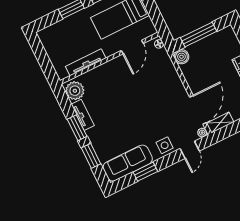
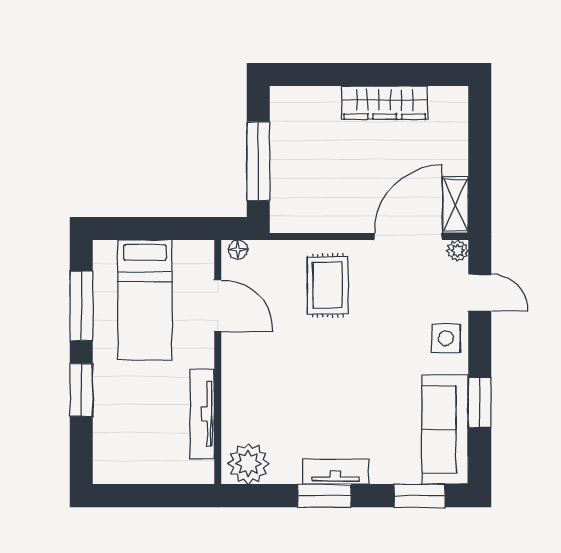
boiler: (181, 57) -> (286, 217), removed
rug: (162, 87) -> (328, 285), added
door: (198, 110) -> (408, 237), hinge flipped
tv unit: (83, 115) -> (336, 472), moved
window: (91, 156) -> (420, 496), moved

